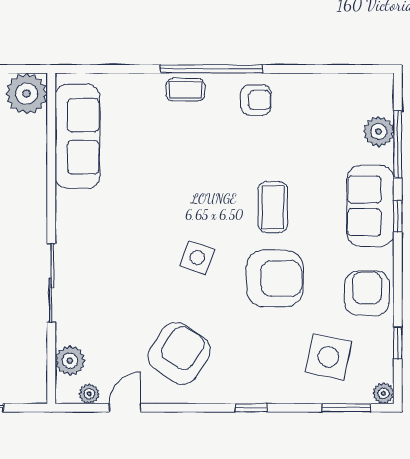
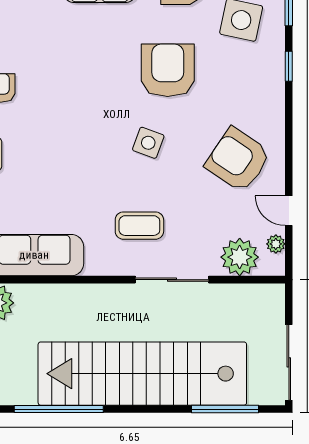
coffee table: (273, 207) -> (139, 226), moved
plant: (70, 361) -> (240, 257), width x1.36, depth x1.36
window: (251, 408) -> (289, 66), moved

